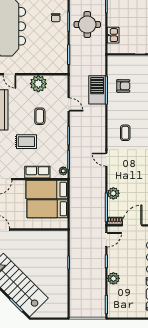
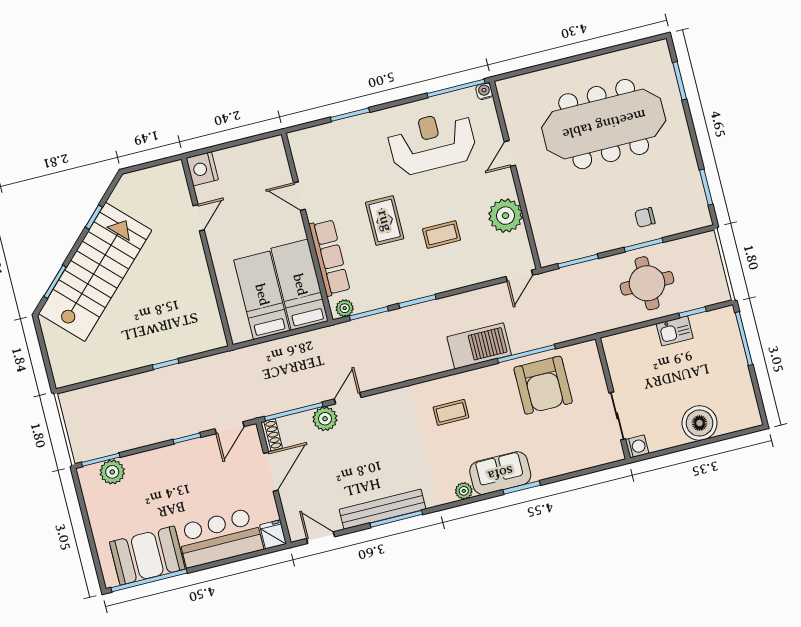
kitchen sink: (113, 35) -> (675, 331), moved
armchair: (123, 86) -> (543, 385), width x1.88, depth x1.88
barbecue: (97, 90) -> (479, 346), moved
door: (69, 105) -> (519, 276), moved
door: (106, 160) -> (348, 398), moved
row of seats: (37, 172) -> (329, 257), width x1.48
door: (132, 225) -> (271, 472), hinge flipped
door: (106, 240) -> (230, 428), hinge flipped
plant: (113, 278) -> (112, 472), moved

